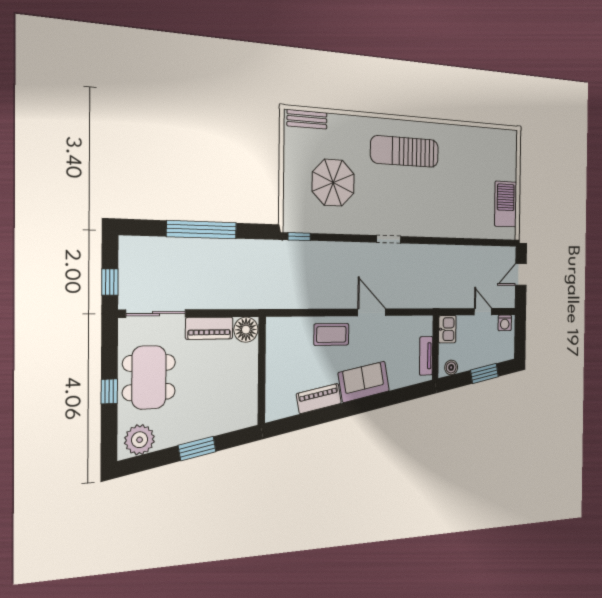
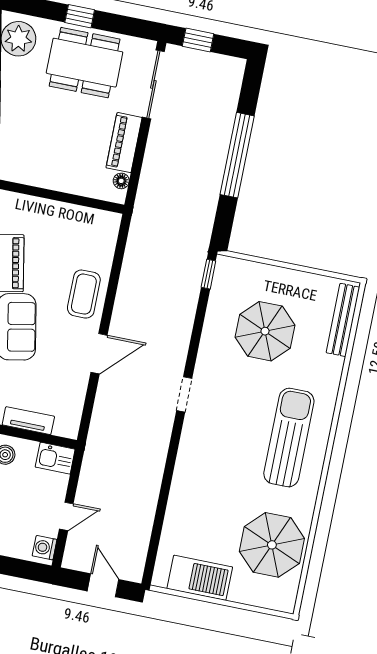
bench: (307, 119) -> (343, 320), width x1.36
parasol: (477, 153) -> (272, 545), added
floor lamp: (246, 330) -> (121, 181), width x0.53, depth x0.53

